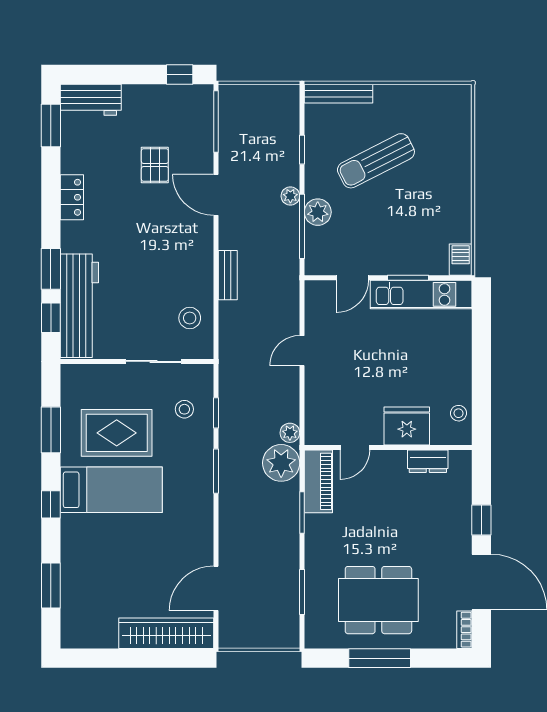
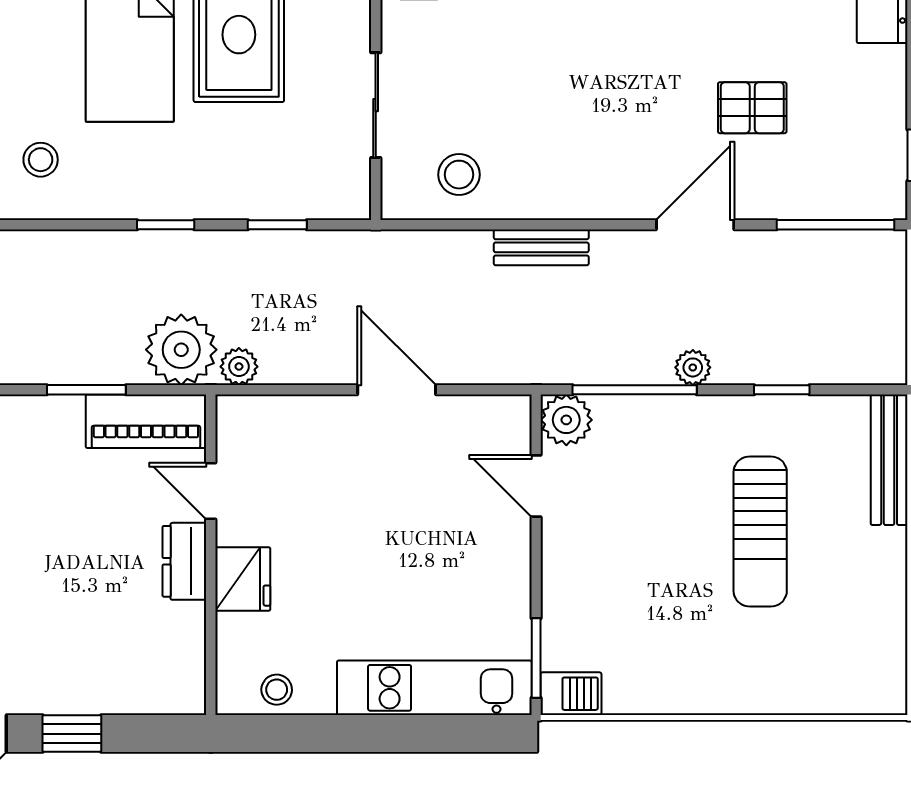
sun lounger: (376, 161) -> (760, 531), turned -153
plant: (318, 212) -> (566, 420), moved
window: (408, 278) -> (536, 658), moved
kitchen unit: (421, 294) -> (434, 688), moved, turned 90
door: (302, 351) -> (397, 390), width x1.38
stool: (184, 409) -> (41, 160), moved
fridge: (407, 426) -> (243, 579), width x0.73, depth x0.75
dresser: (428, 461) -> (184, 561), moved
window: (216, 471) -> (166, 225), width x0.67

